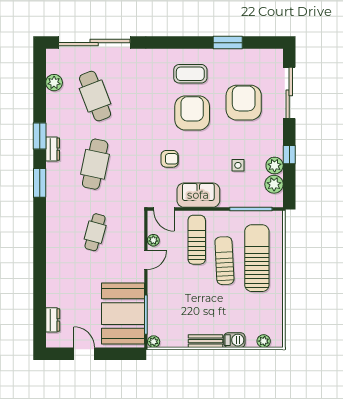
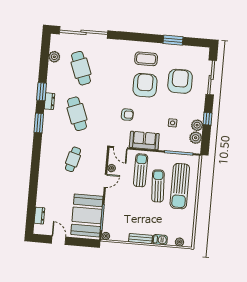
cafe table: (95, 164) -> (77, 114), turned -33
sun lounger: (257, 258) -> (180, 186), turned 180

